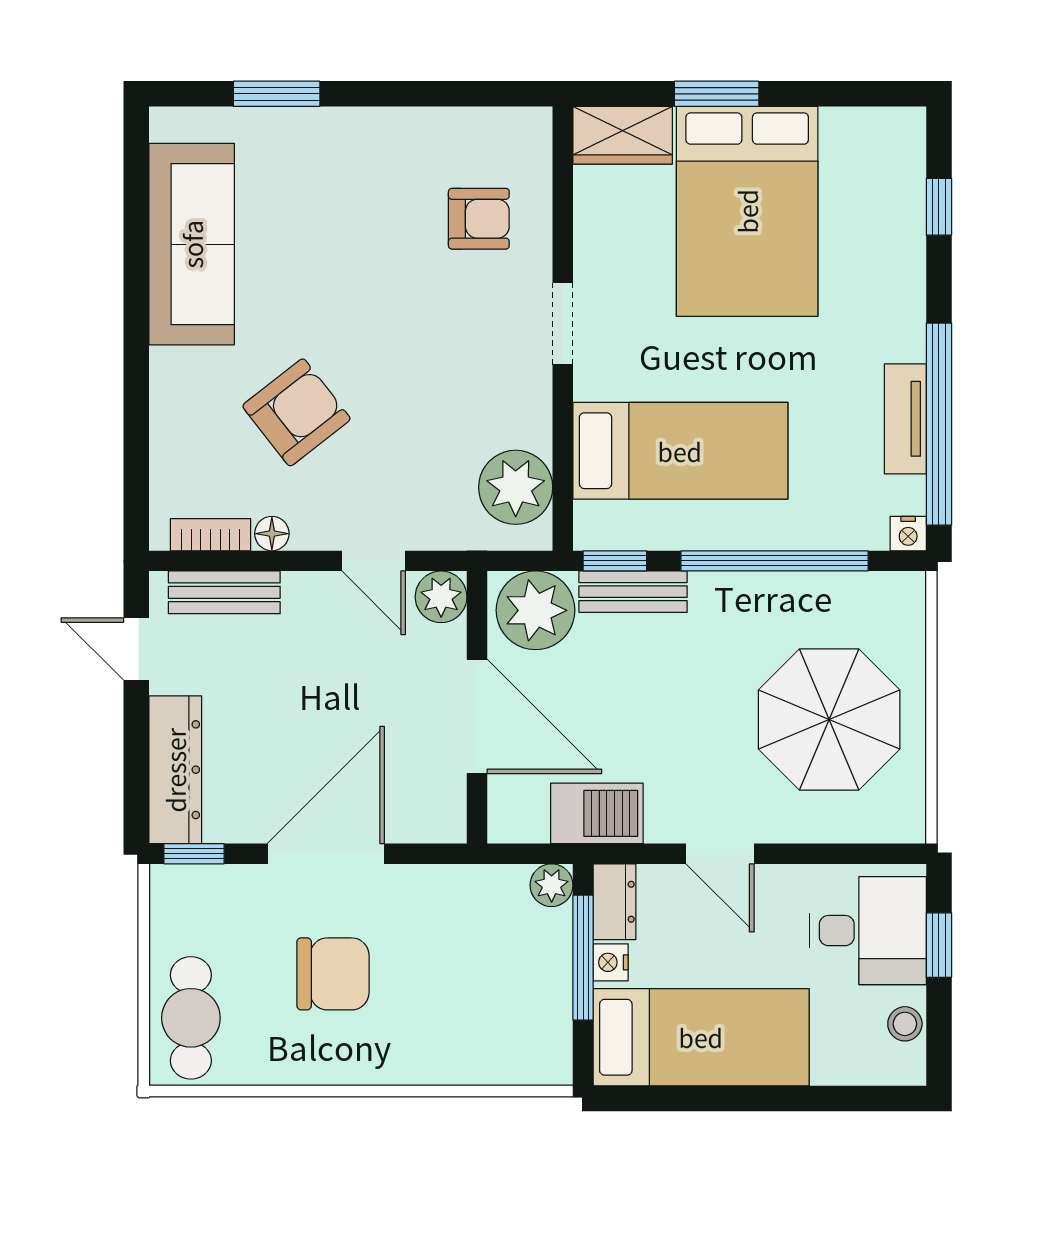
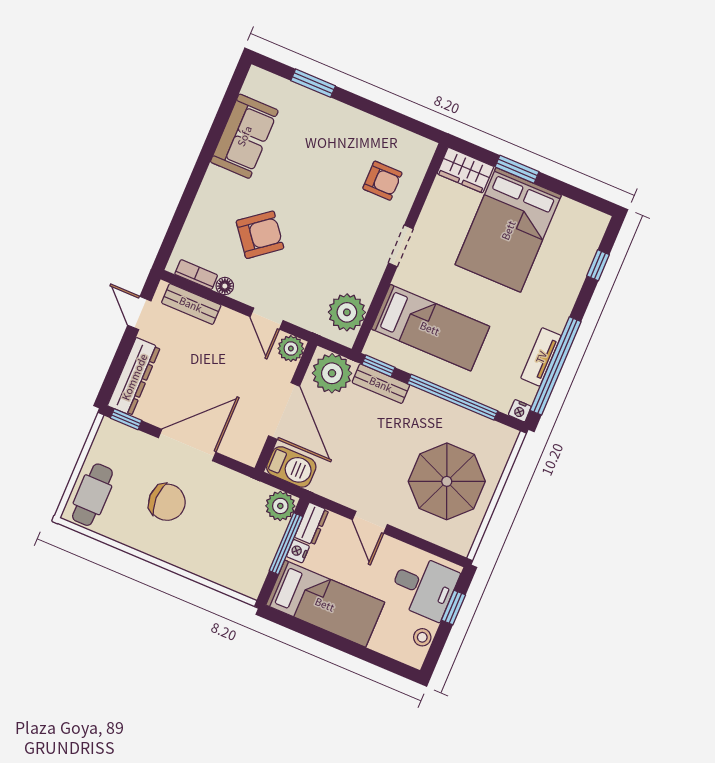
sofa: (192, 244) -> (244, 136), width x0.73
barbecue: (597, 813) -> (291, 467), moved
plant: (552, 885) -> (280, 506), width x1.38, depth x1.38

